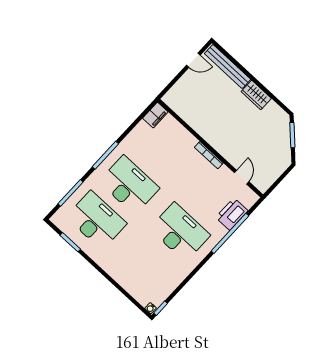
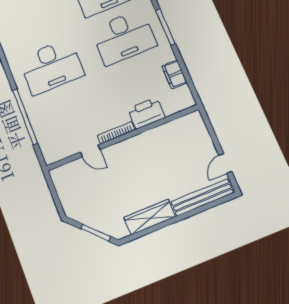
wardrobe: (256, 95) -> (150, 217), width x1.50
filing cabinet: (155, 115) -> (175, 74), moved
door: (242, 177) -> (90, 151), moved
printer: (232, 214) -> (146, 113), moved, turned -90

